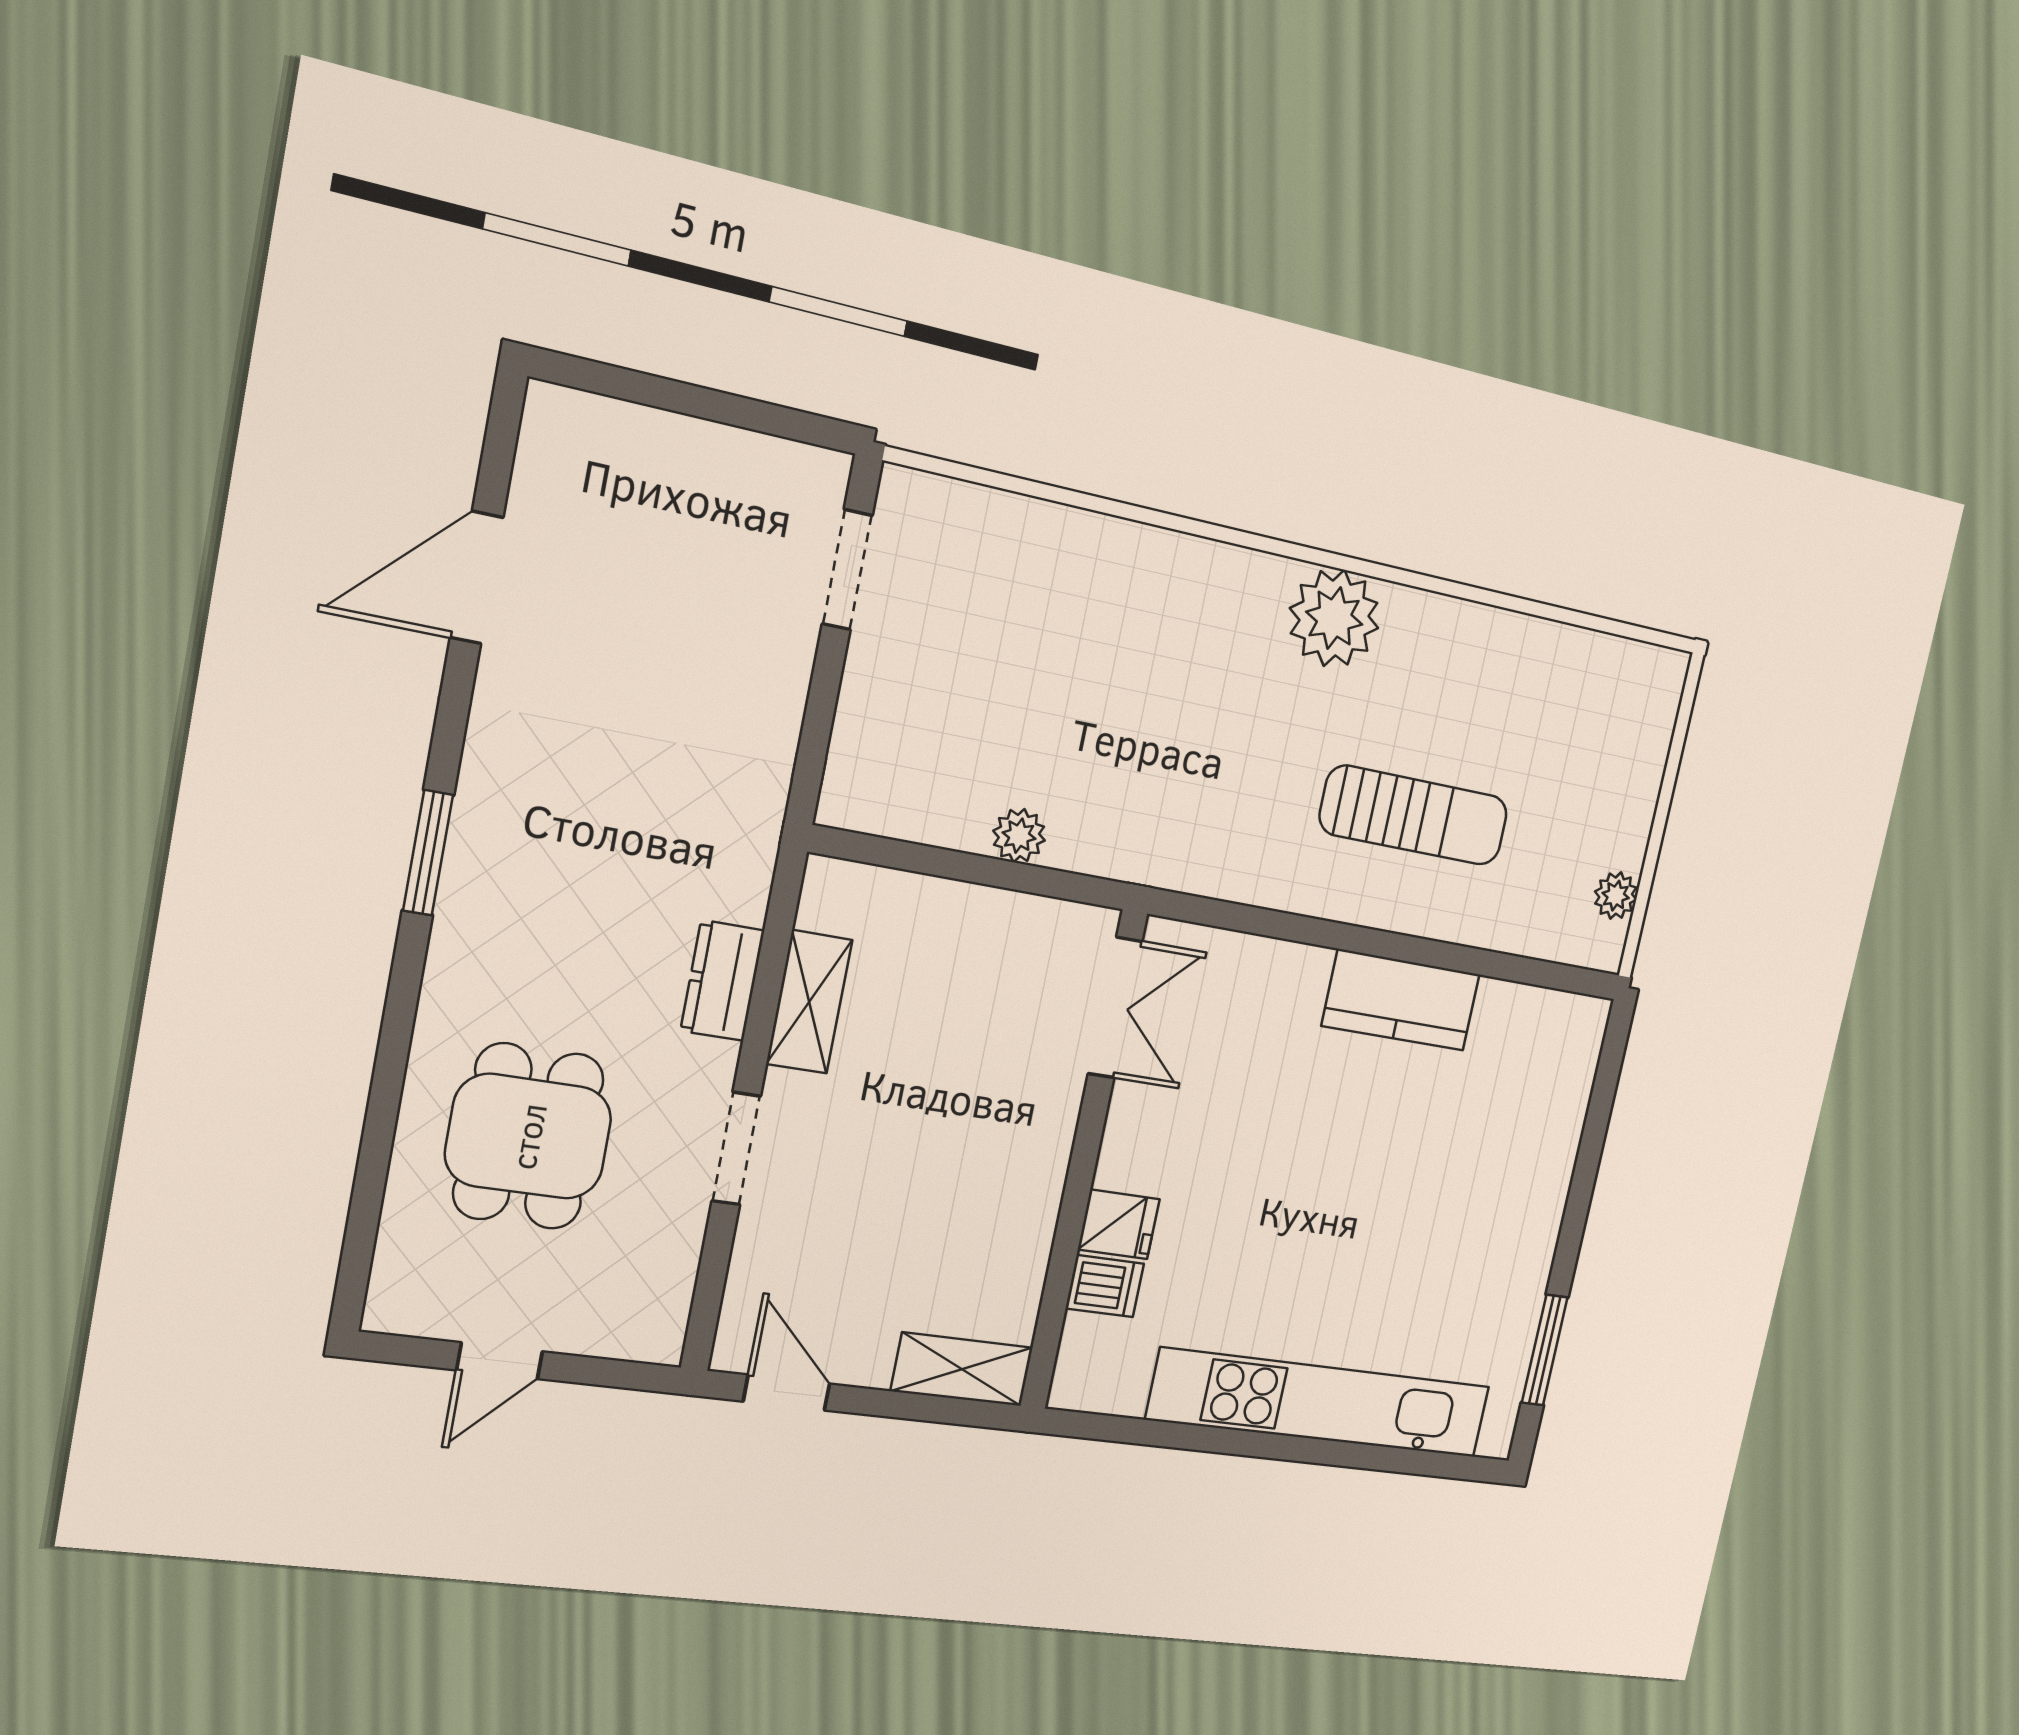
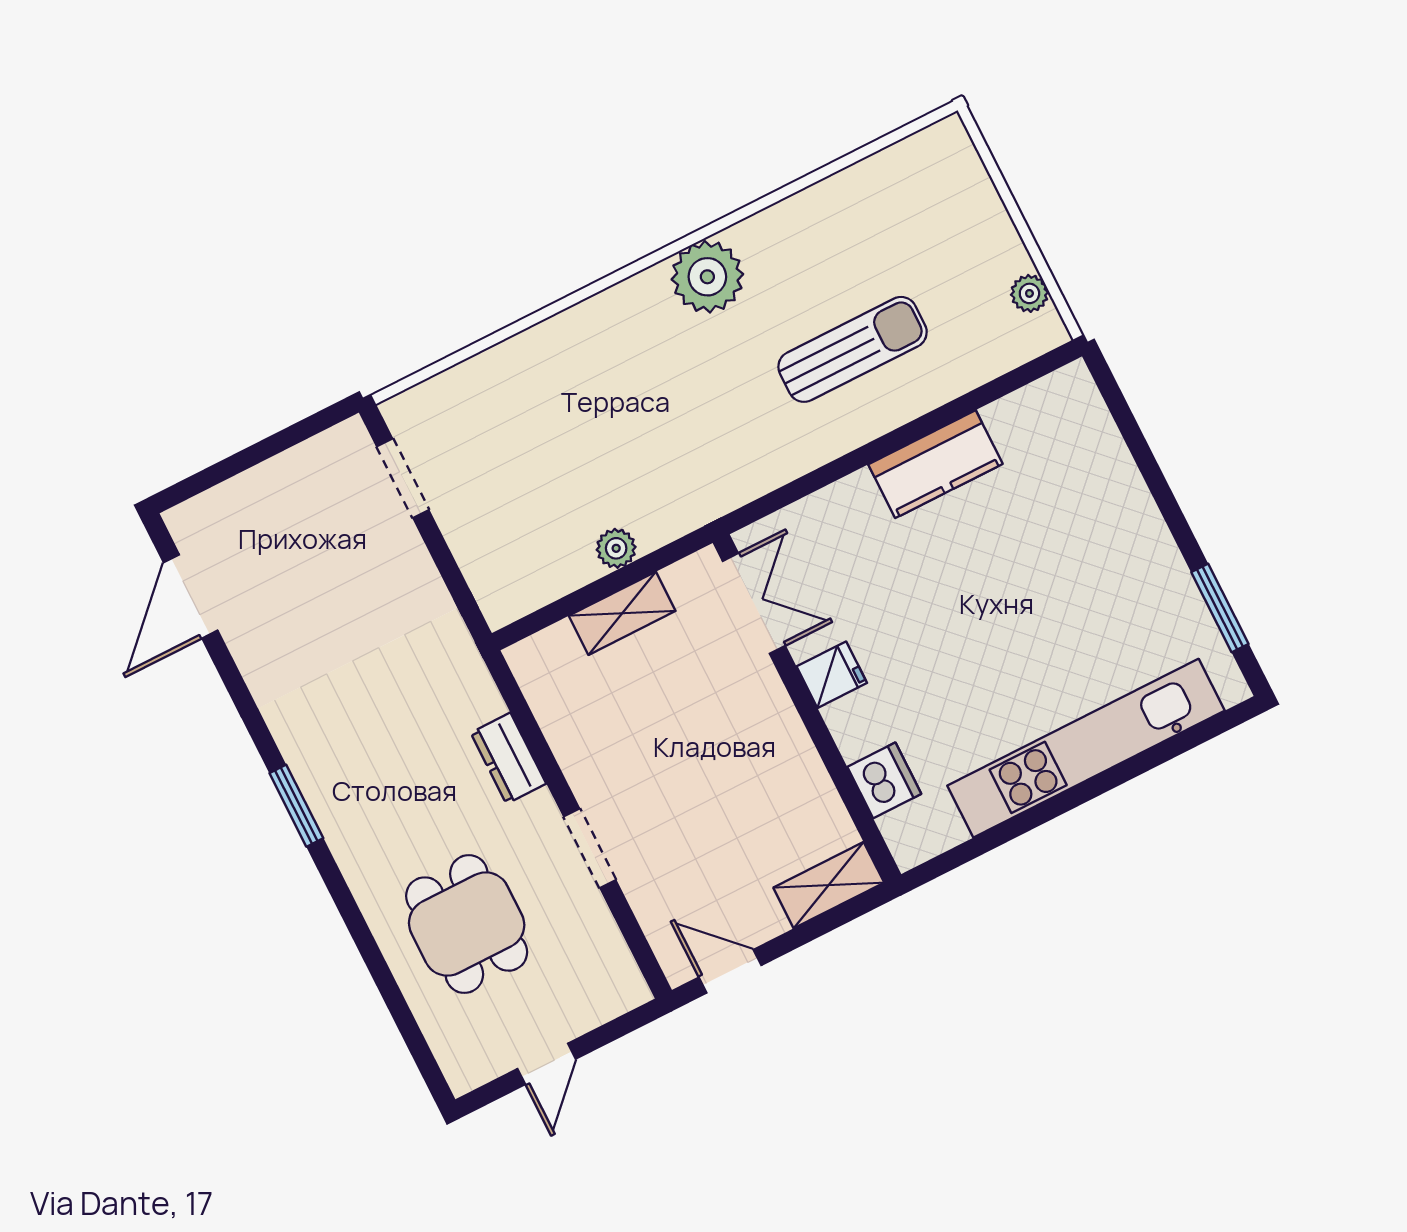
door: (477, 578) -> (191, 596), moved
shelving: (809, 1002) -> (622, 613), moved, turned 90
fridge: (1119, 1224) -> (832, 675), moved
dishwasher: (1105, 1286) -> (884, 780), width x1.38

